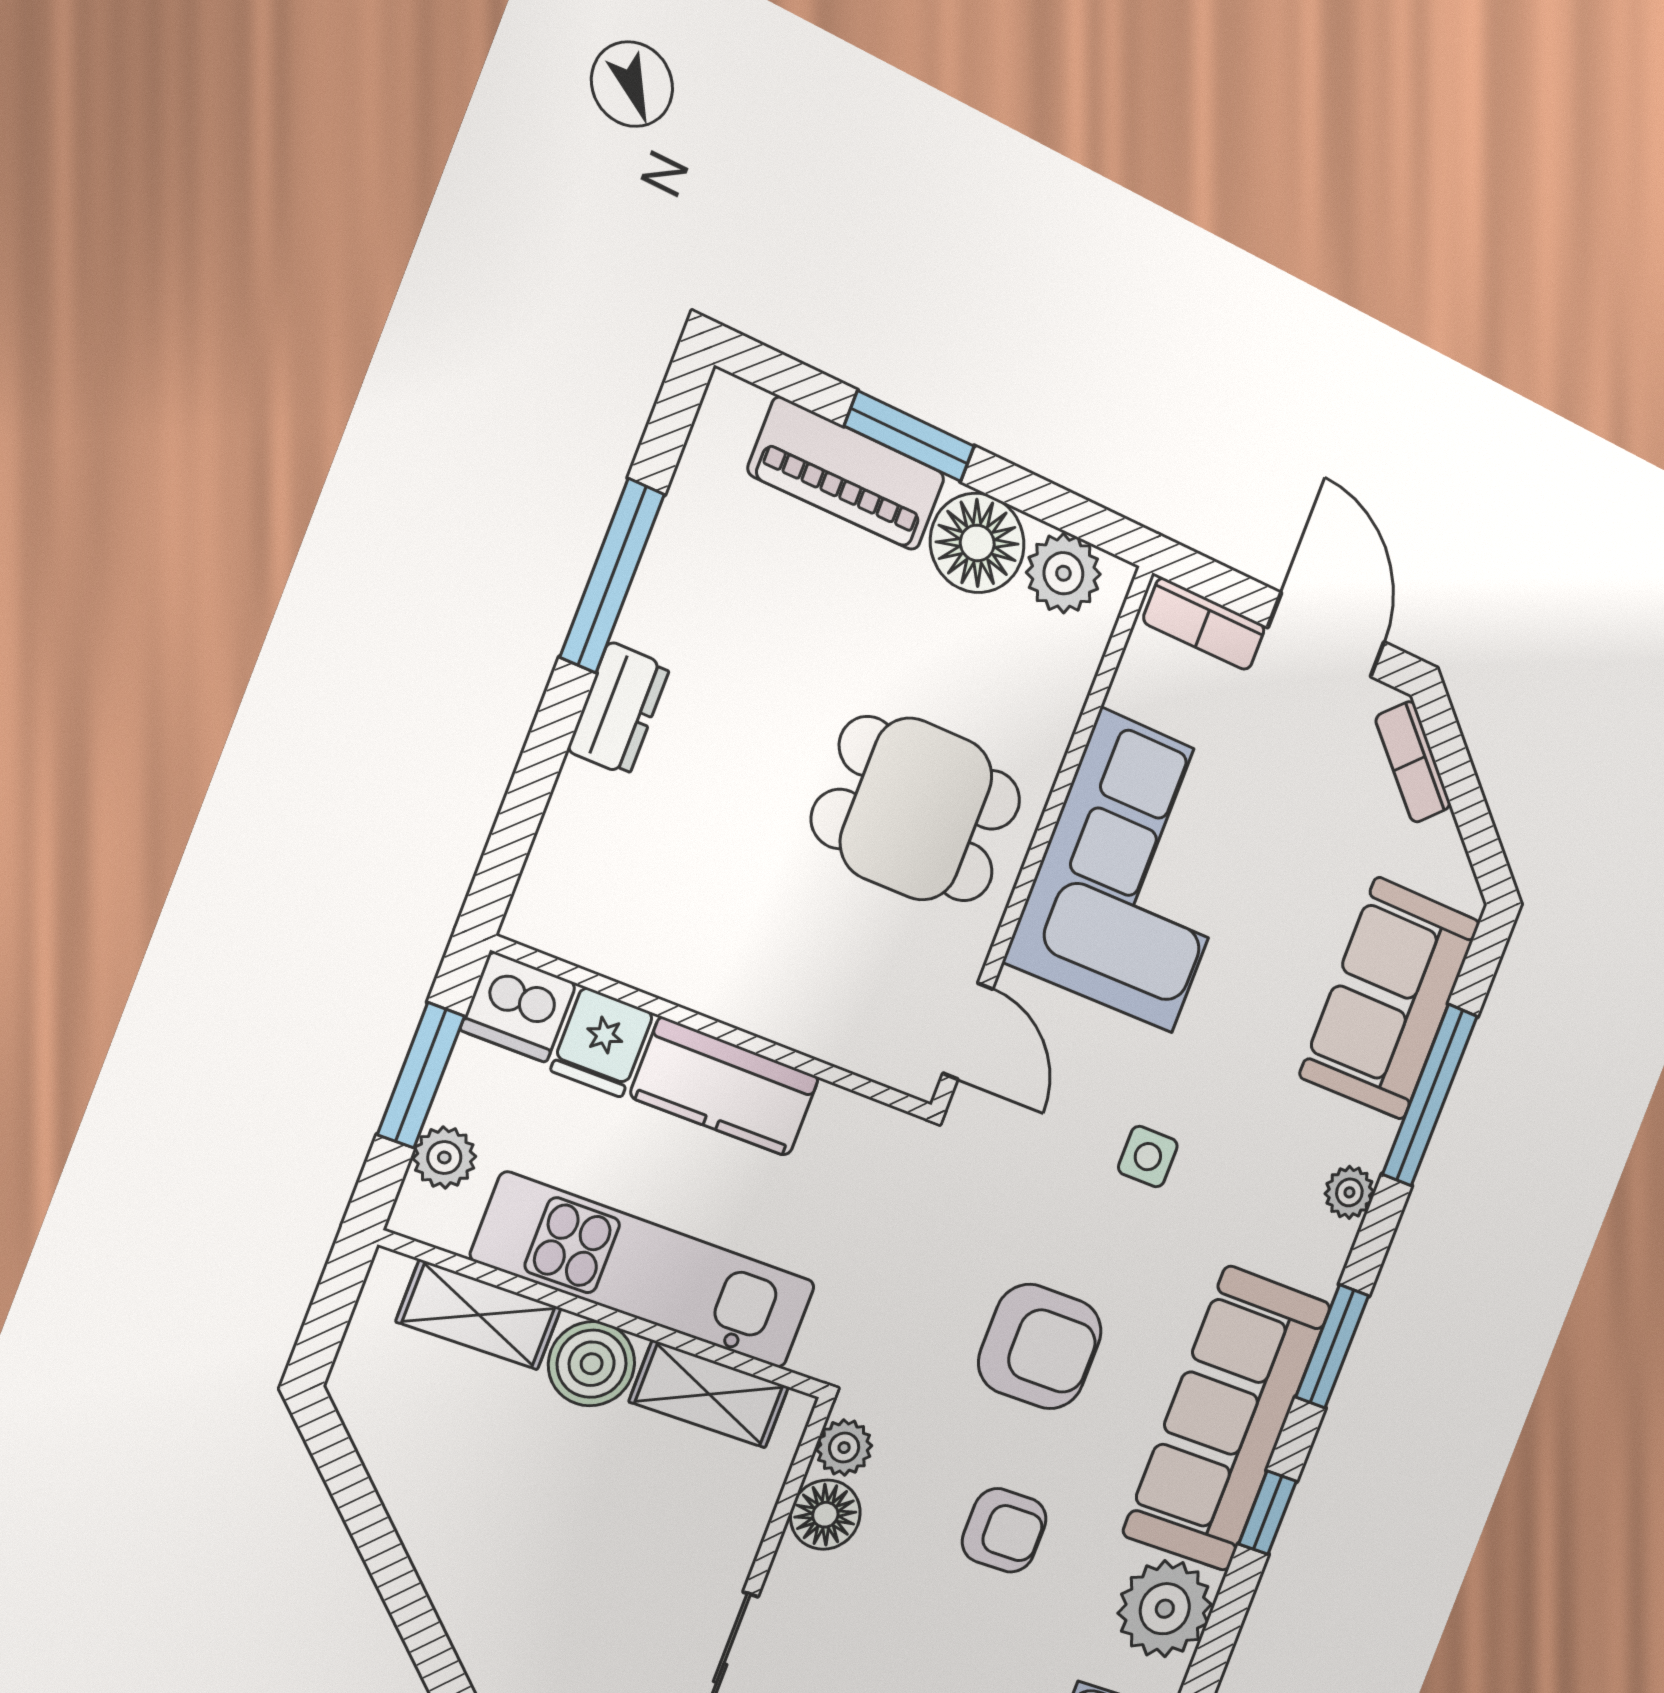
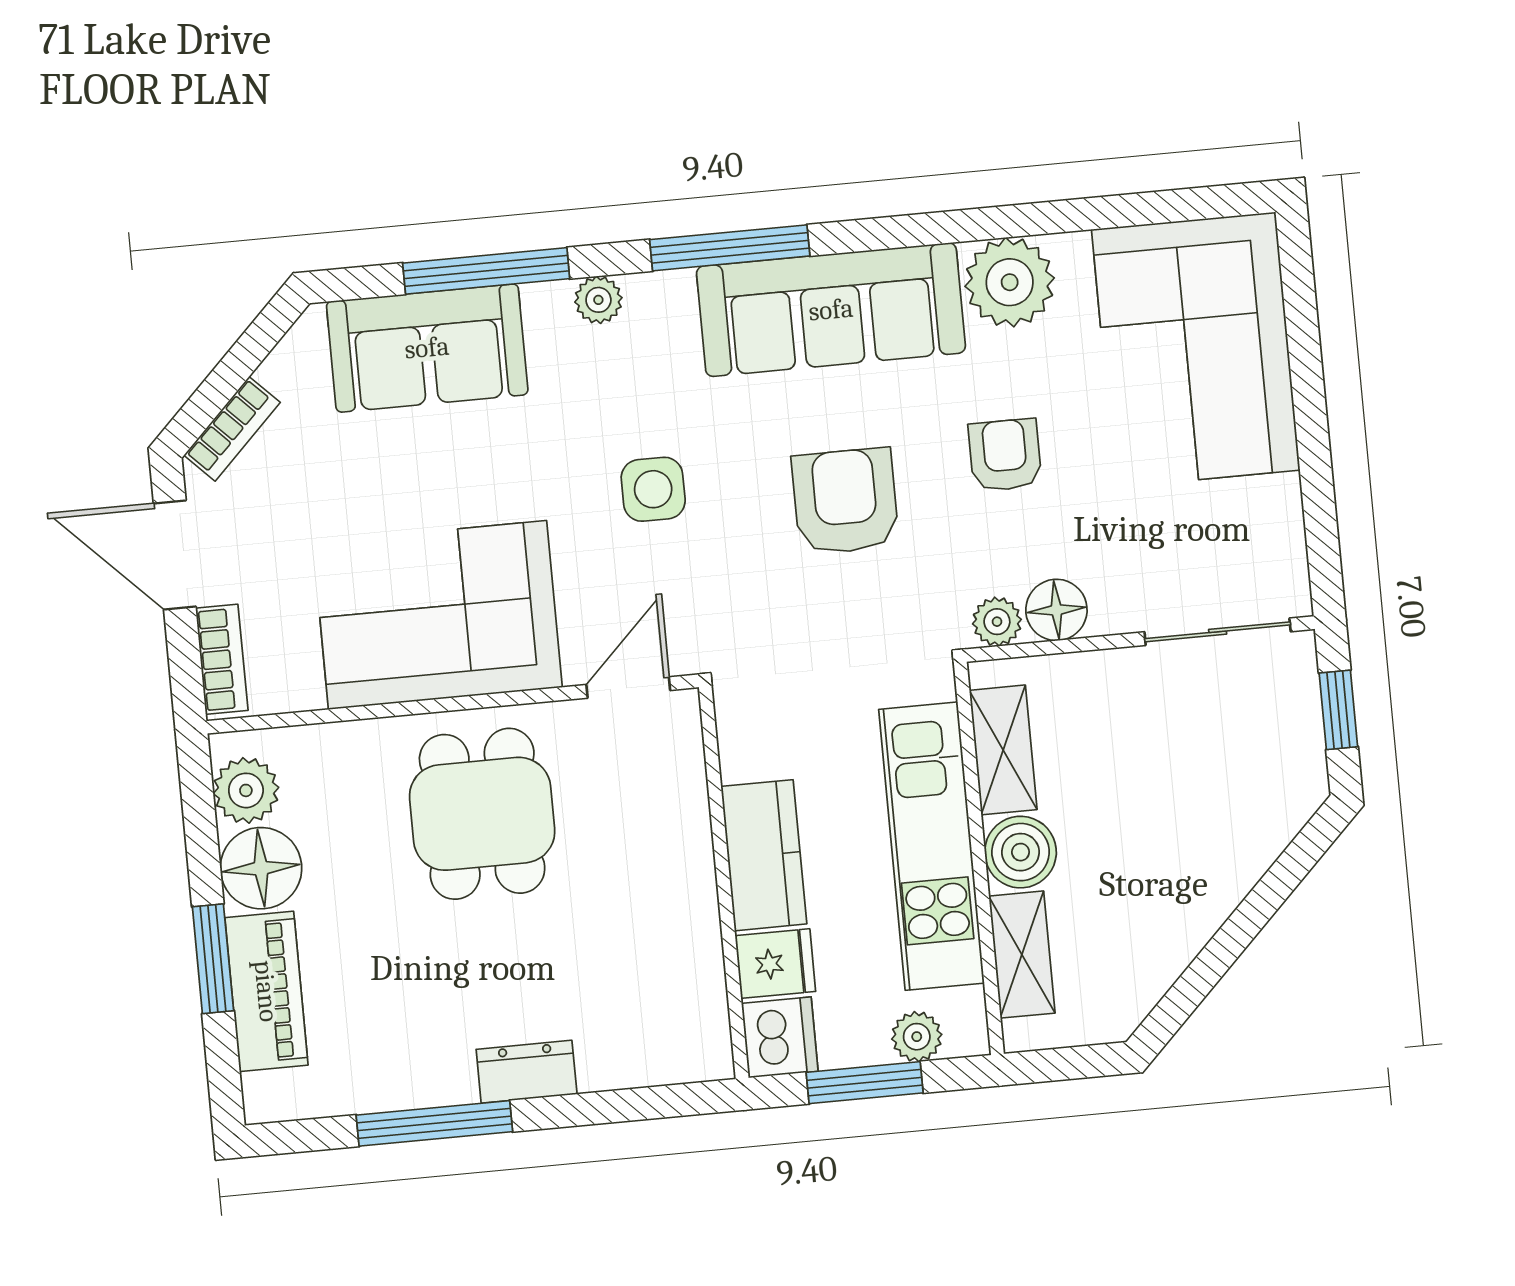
door: (1326, 635) -> (175, 555), hinge flipped
side table: (1148, 1157) -> (653, 489), width x1.37, depth x1.37
window: (1332, 1346) -> (730, 248), width x1.44
window: (1268, 1513) -> (892, 233), removed

